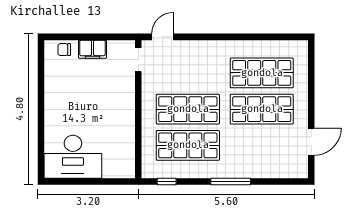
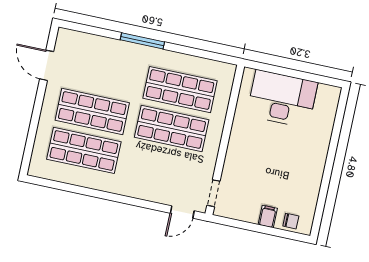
filing cabinet: (92, 49) -> (268, 217), width x0.50
door: (311, 142) -> (47, 65), hinge flipped
desk: (73, 157) -> (282, 99), moved
window: (167, 181) -> (211, 56), removed

